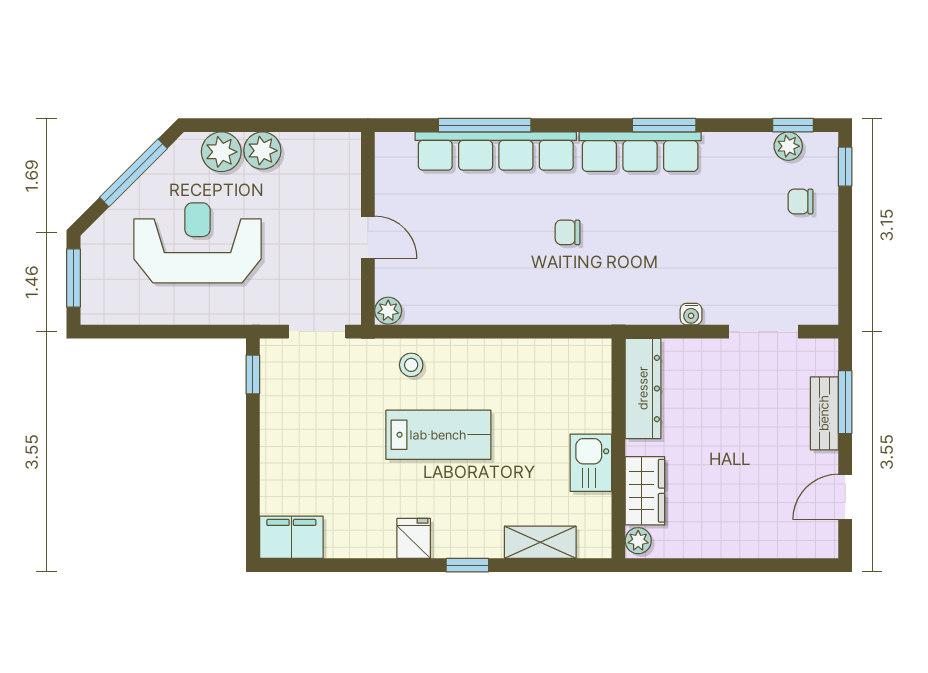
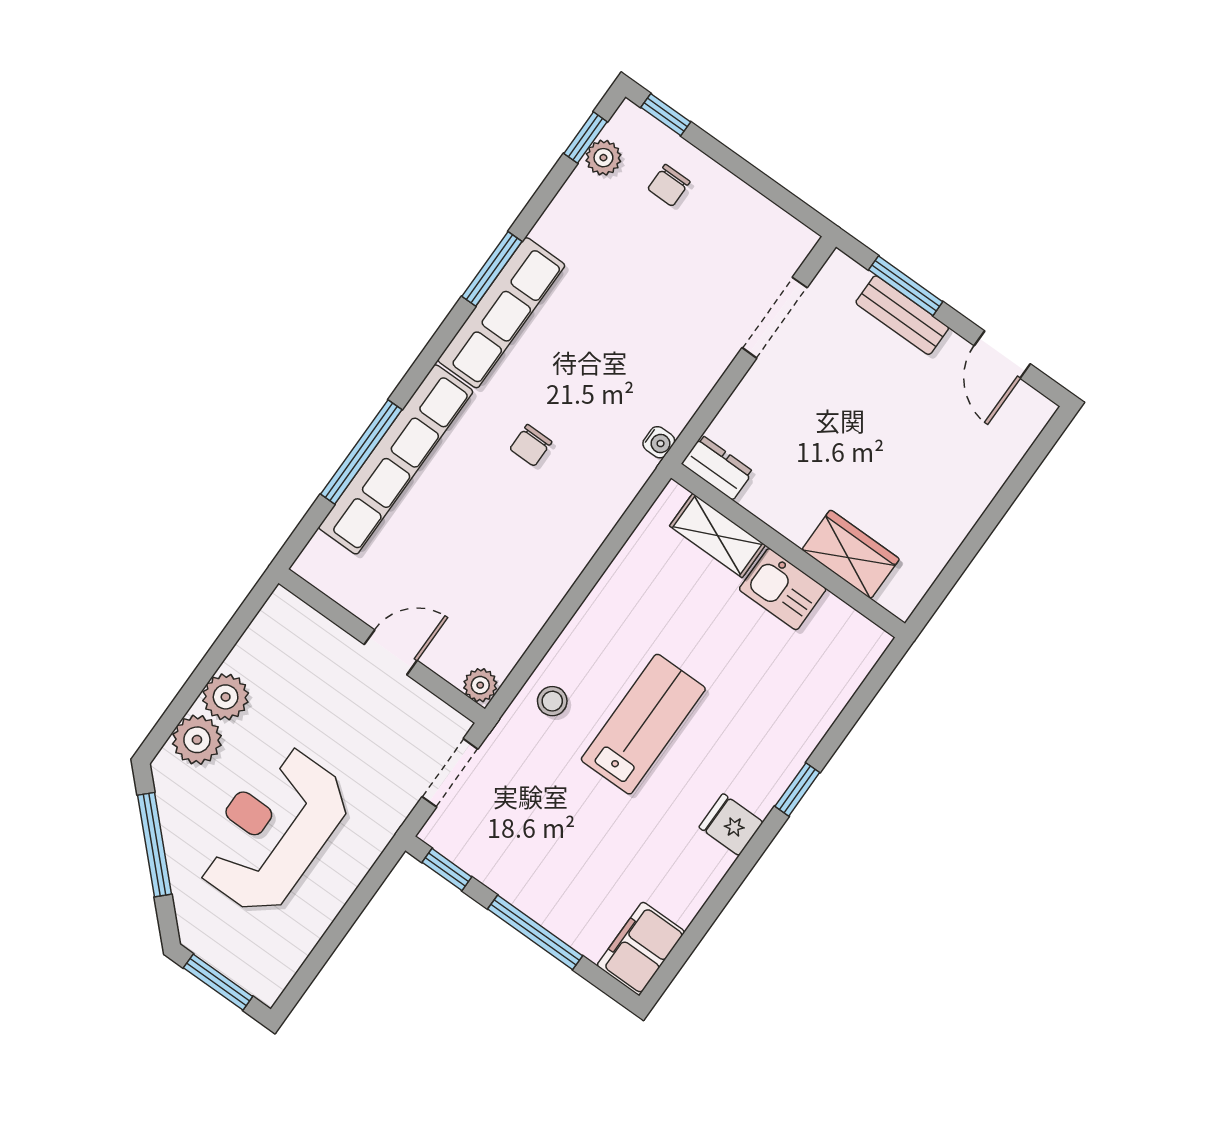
water cooler: (691, 314) -> (659, 442), moved
dresser: (643, 388) -> (717, 468), width x0.51, depth x0.80
window: (253, 461) -> (535, 932), added
plant: (638, 541) -> (896, 597), removed
shelving: (540, 542) -> (718, 535), moved, turned 90

